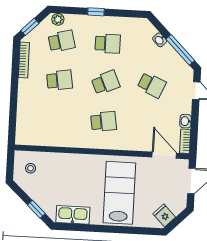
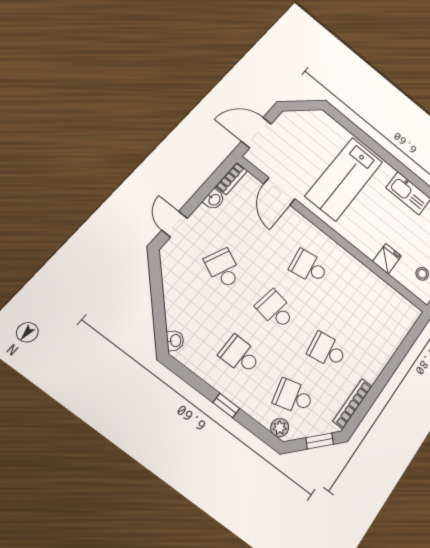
washbasin: (160, 40) -> (175, 341), moved
window: (180, 50) -> (156, 285), removed
school desk: (106, 83) -> (275, 310), turned 33
door: (164, 155) -> (279, 191), moved
fridge: (164, 215) -> (387, 259), moved, turned -135

